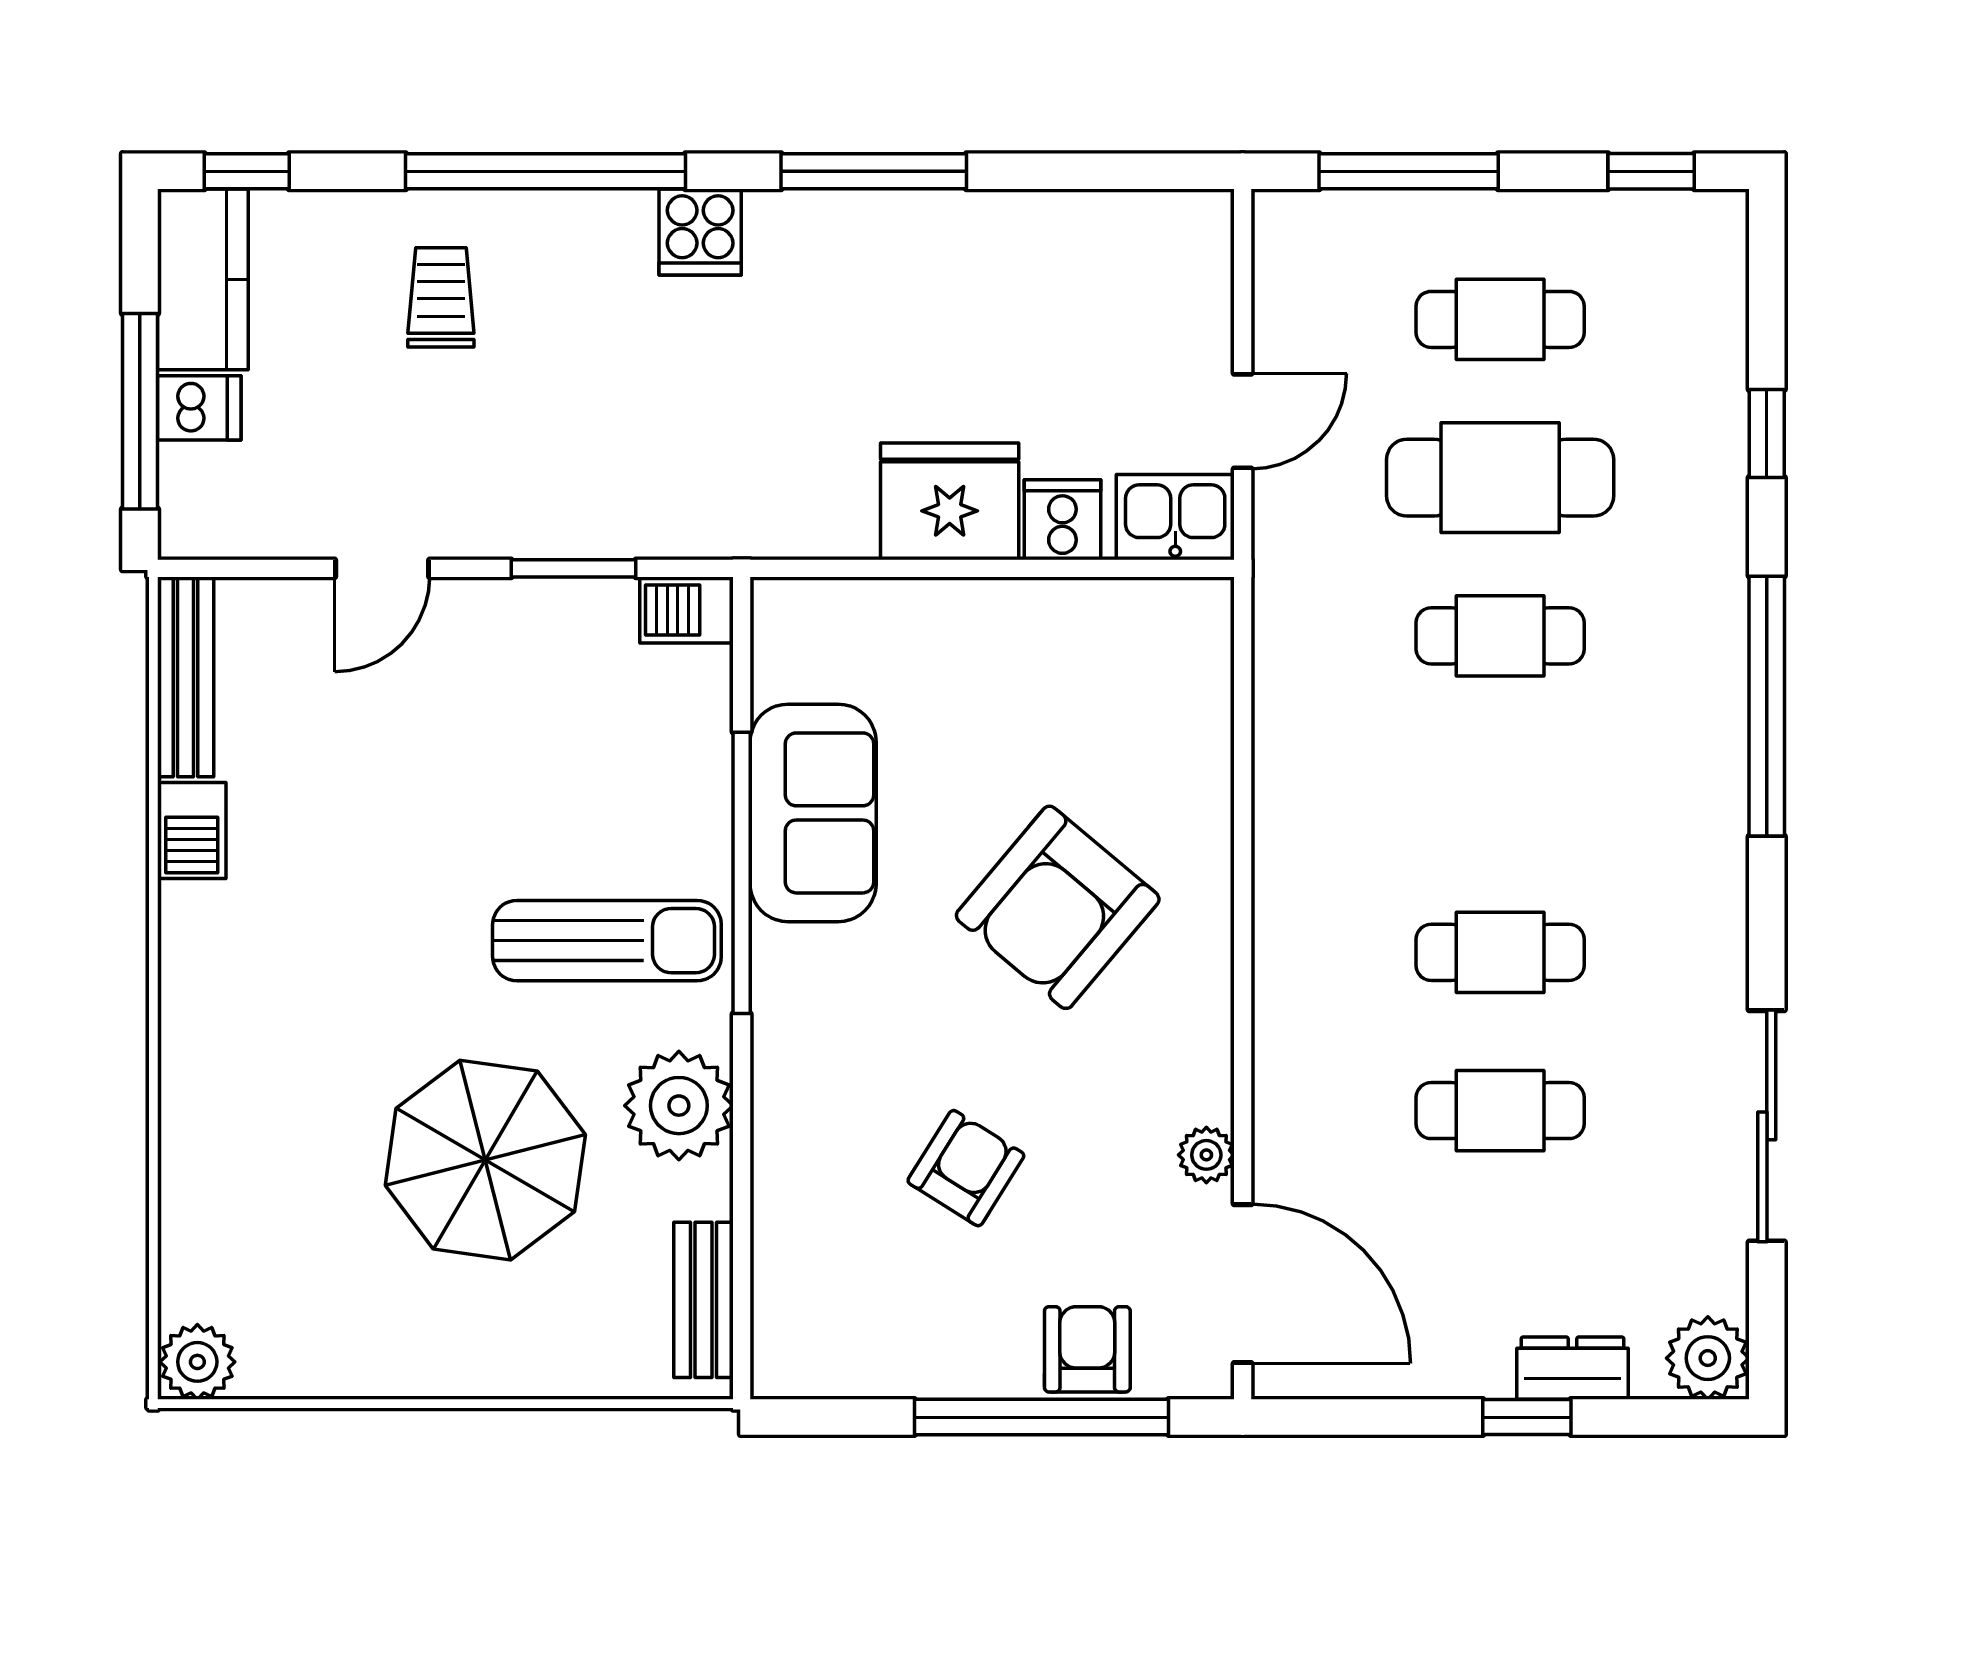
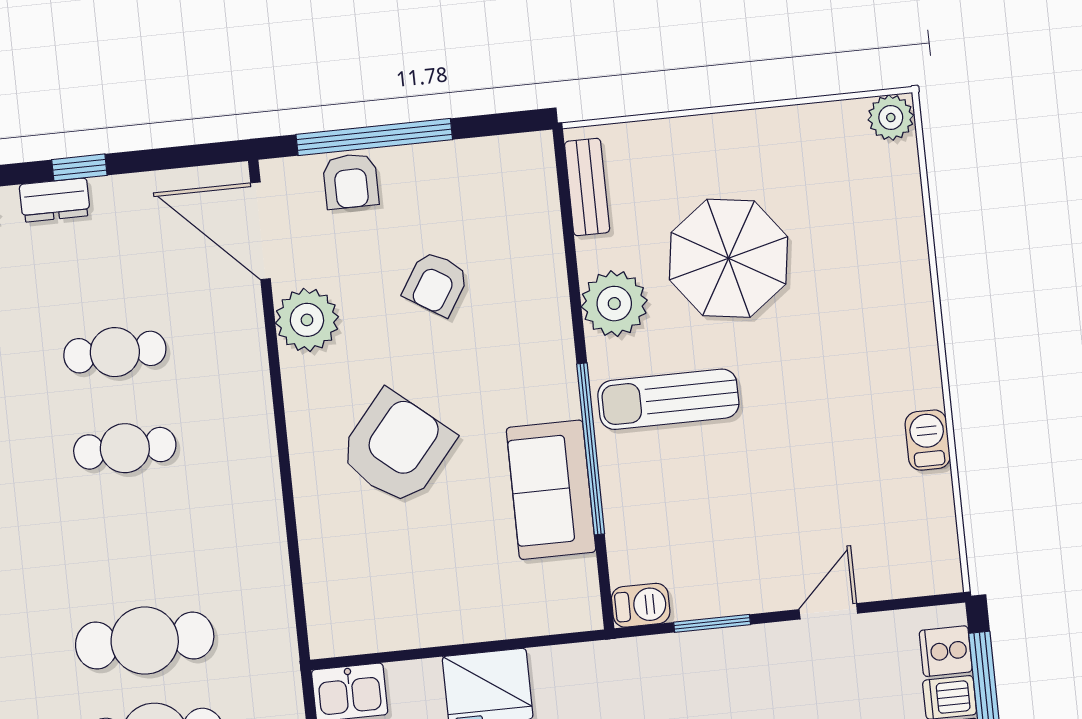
cooker: (1062, 520) -> (946, 651), moved, turned 90
cafe table: (1500, 636) -> (145, 641), width x1.37, depth x1.35
bench: (186, 677) -> (941, 533), removed
plant: (1206, 1155) -> (307, 320), width x1.88, depth x1.88

